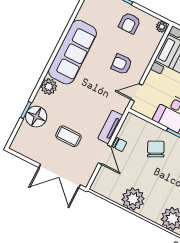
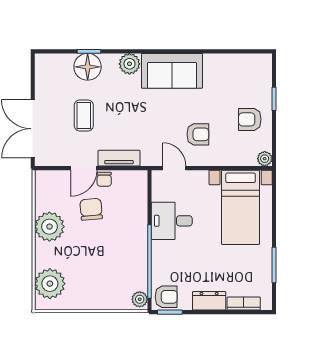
sofa: (72, 52) -> (172, 71), width x0.73
armchair: (122, 64) -> (198, 134), turned 94
chair: (156, 149) -> (91, 209), moved, turned -69

